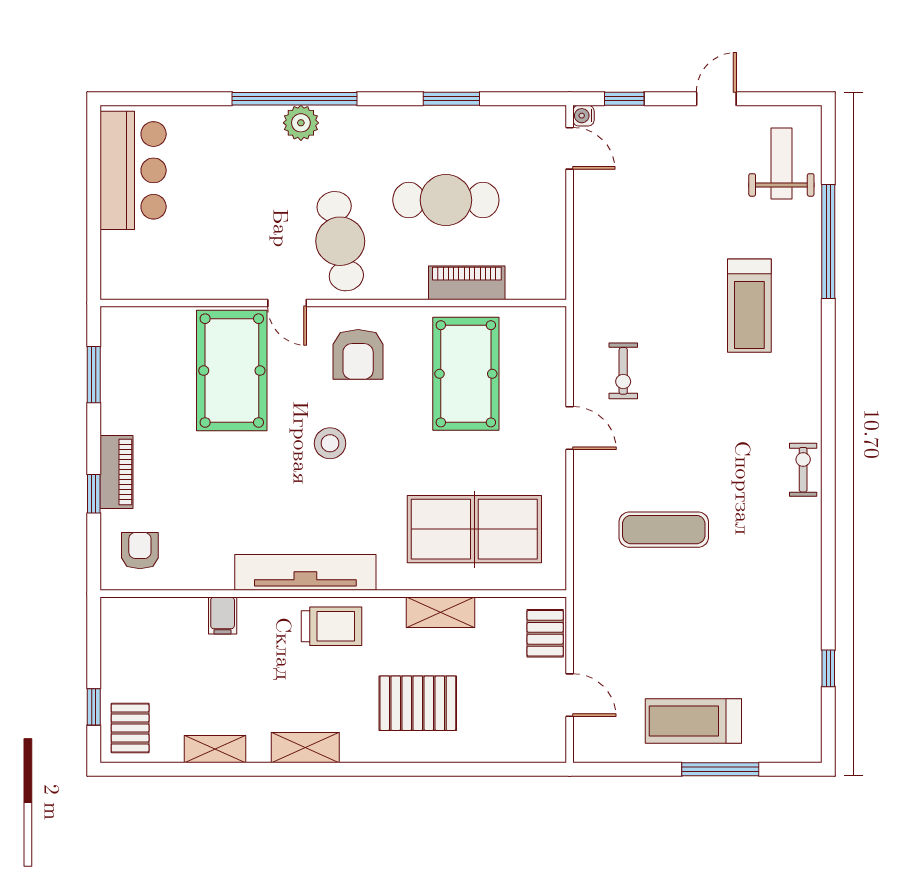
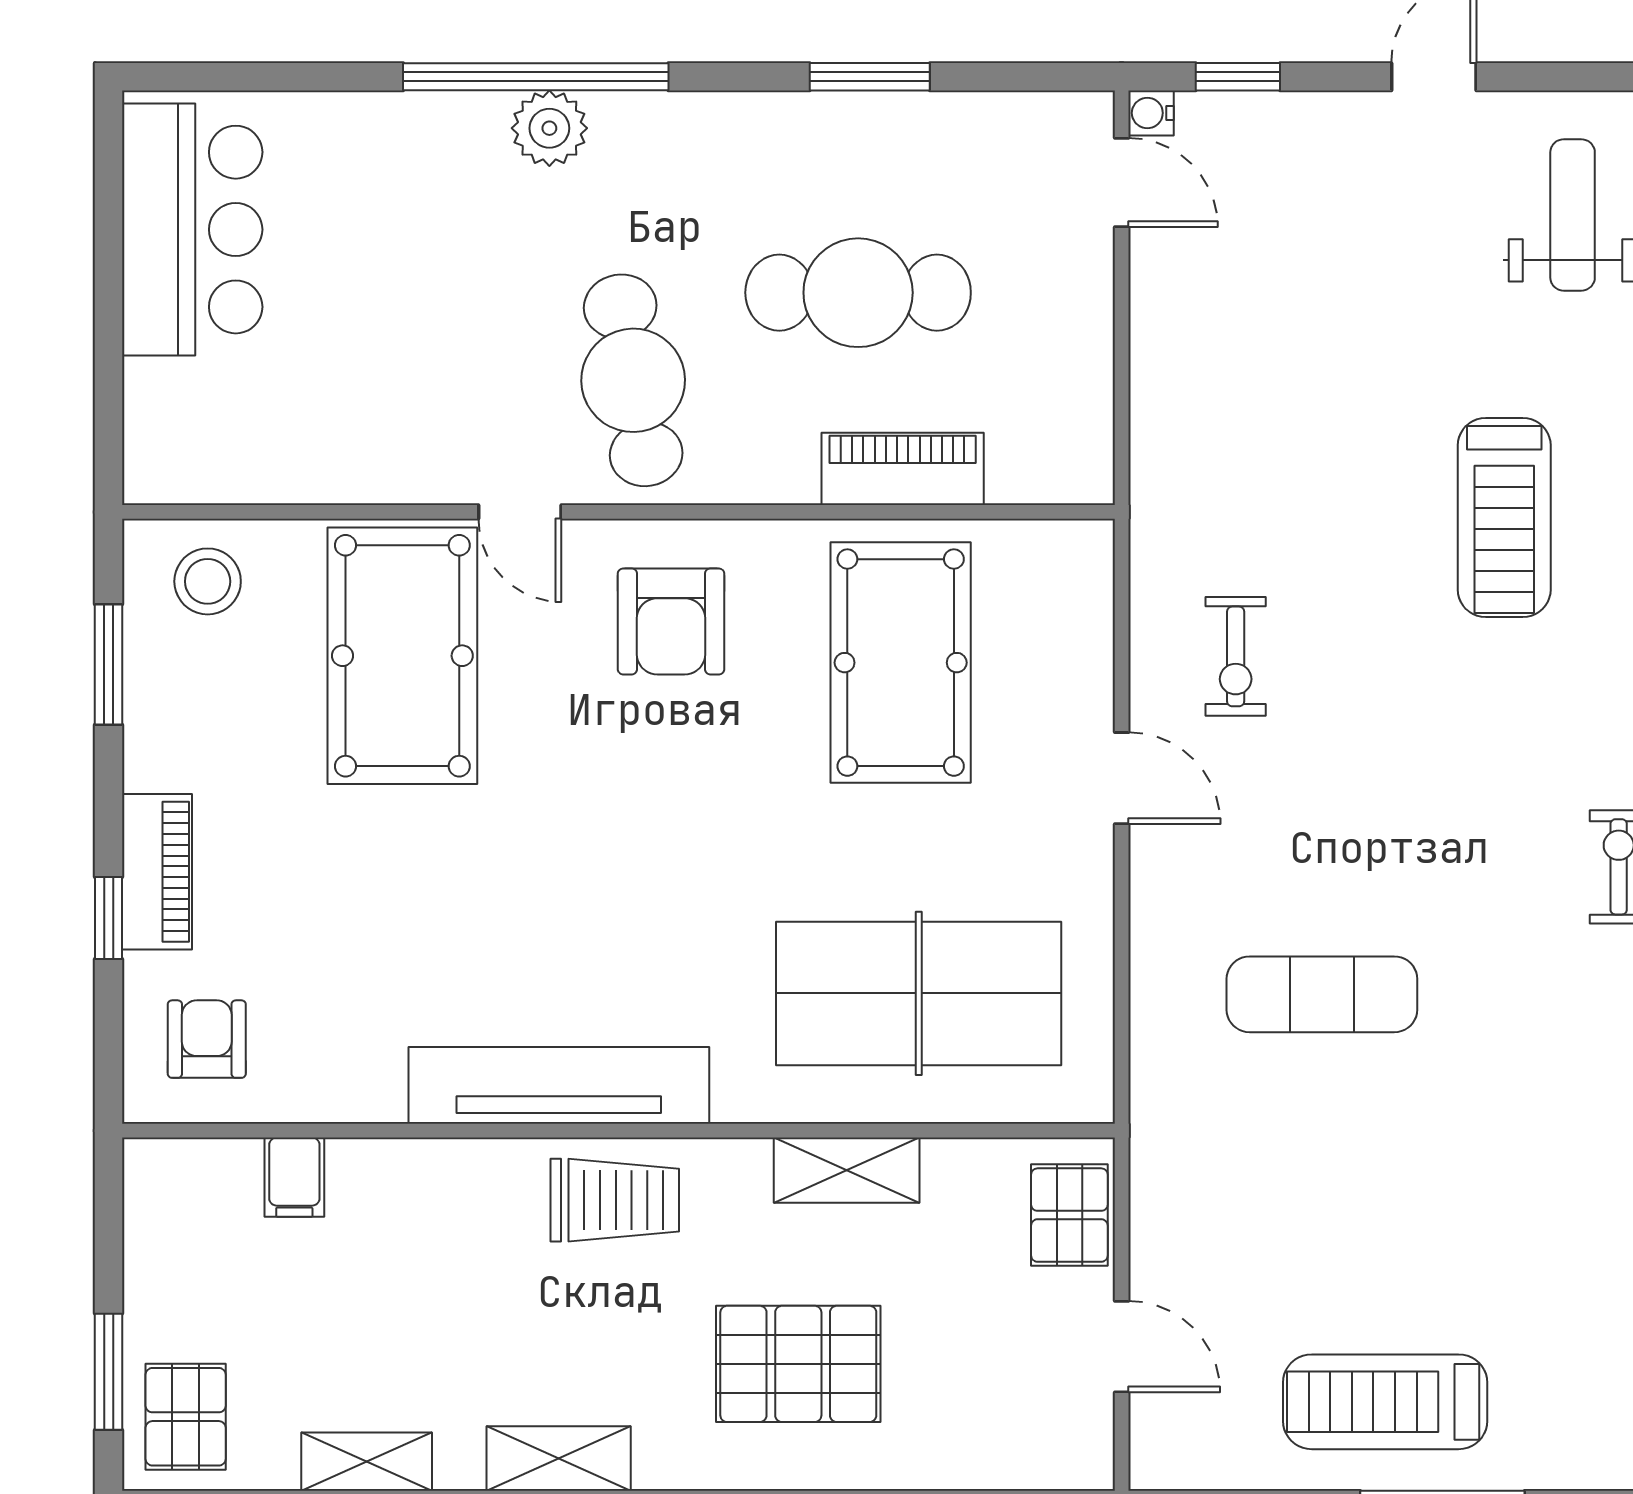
stool: (330, 443) -> (208, 581), moved
filing cabinet: (223, 615) -> (294, 1177), moved
window: (94, 707) -> (109, 1372), width x1.50

